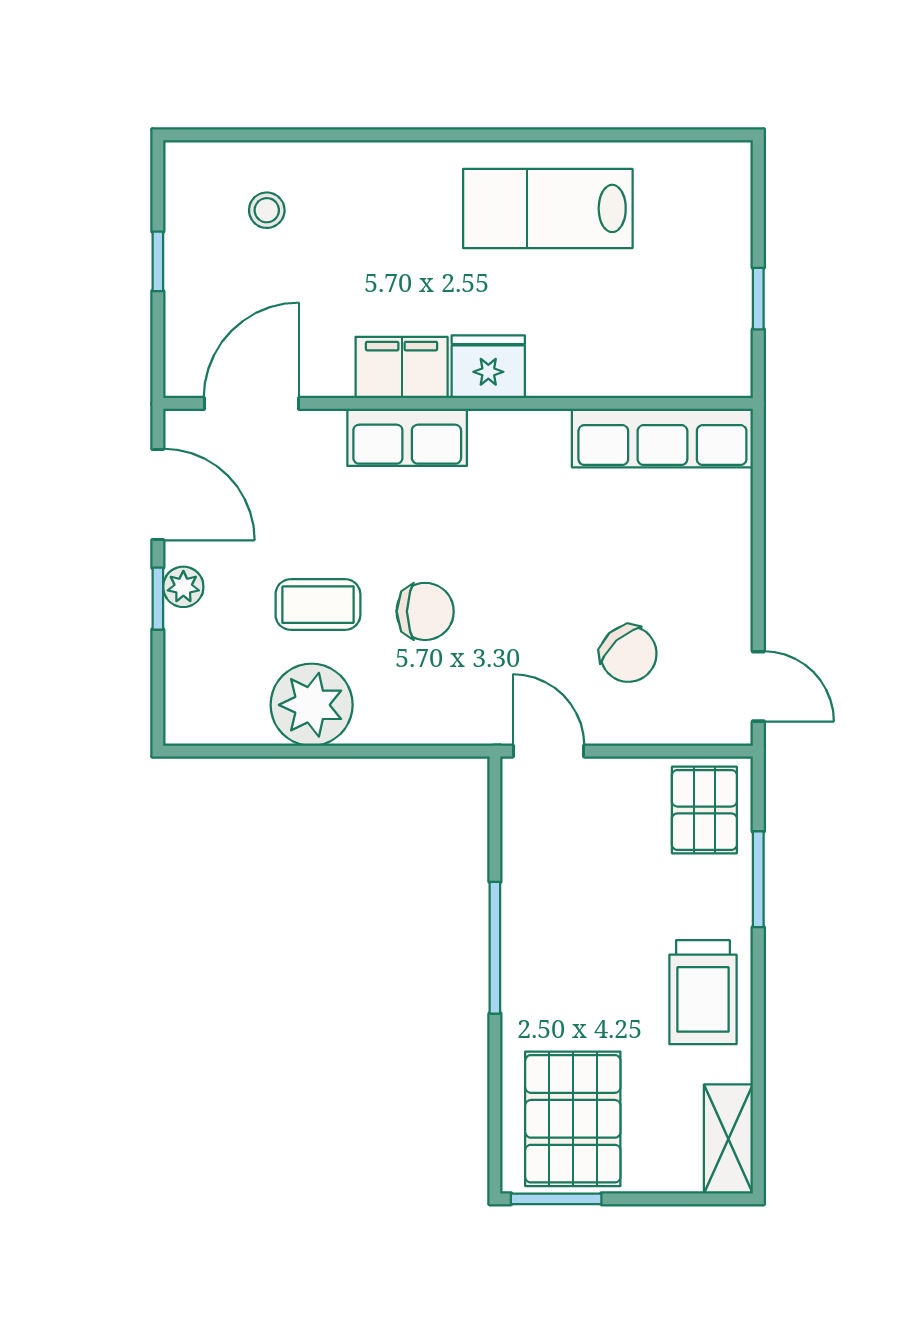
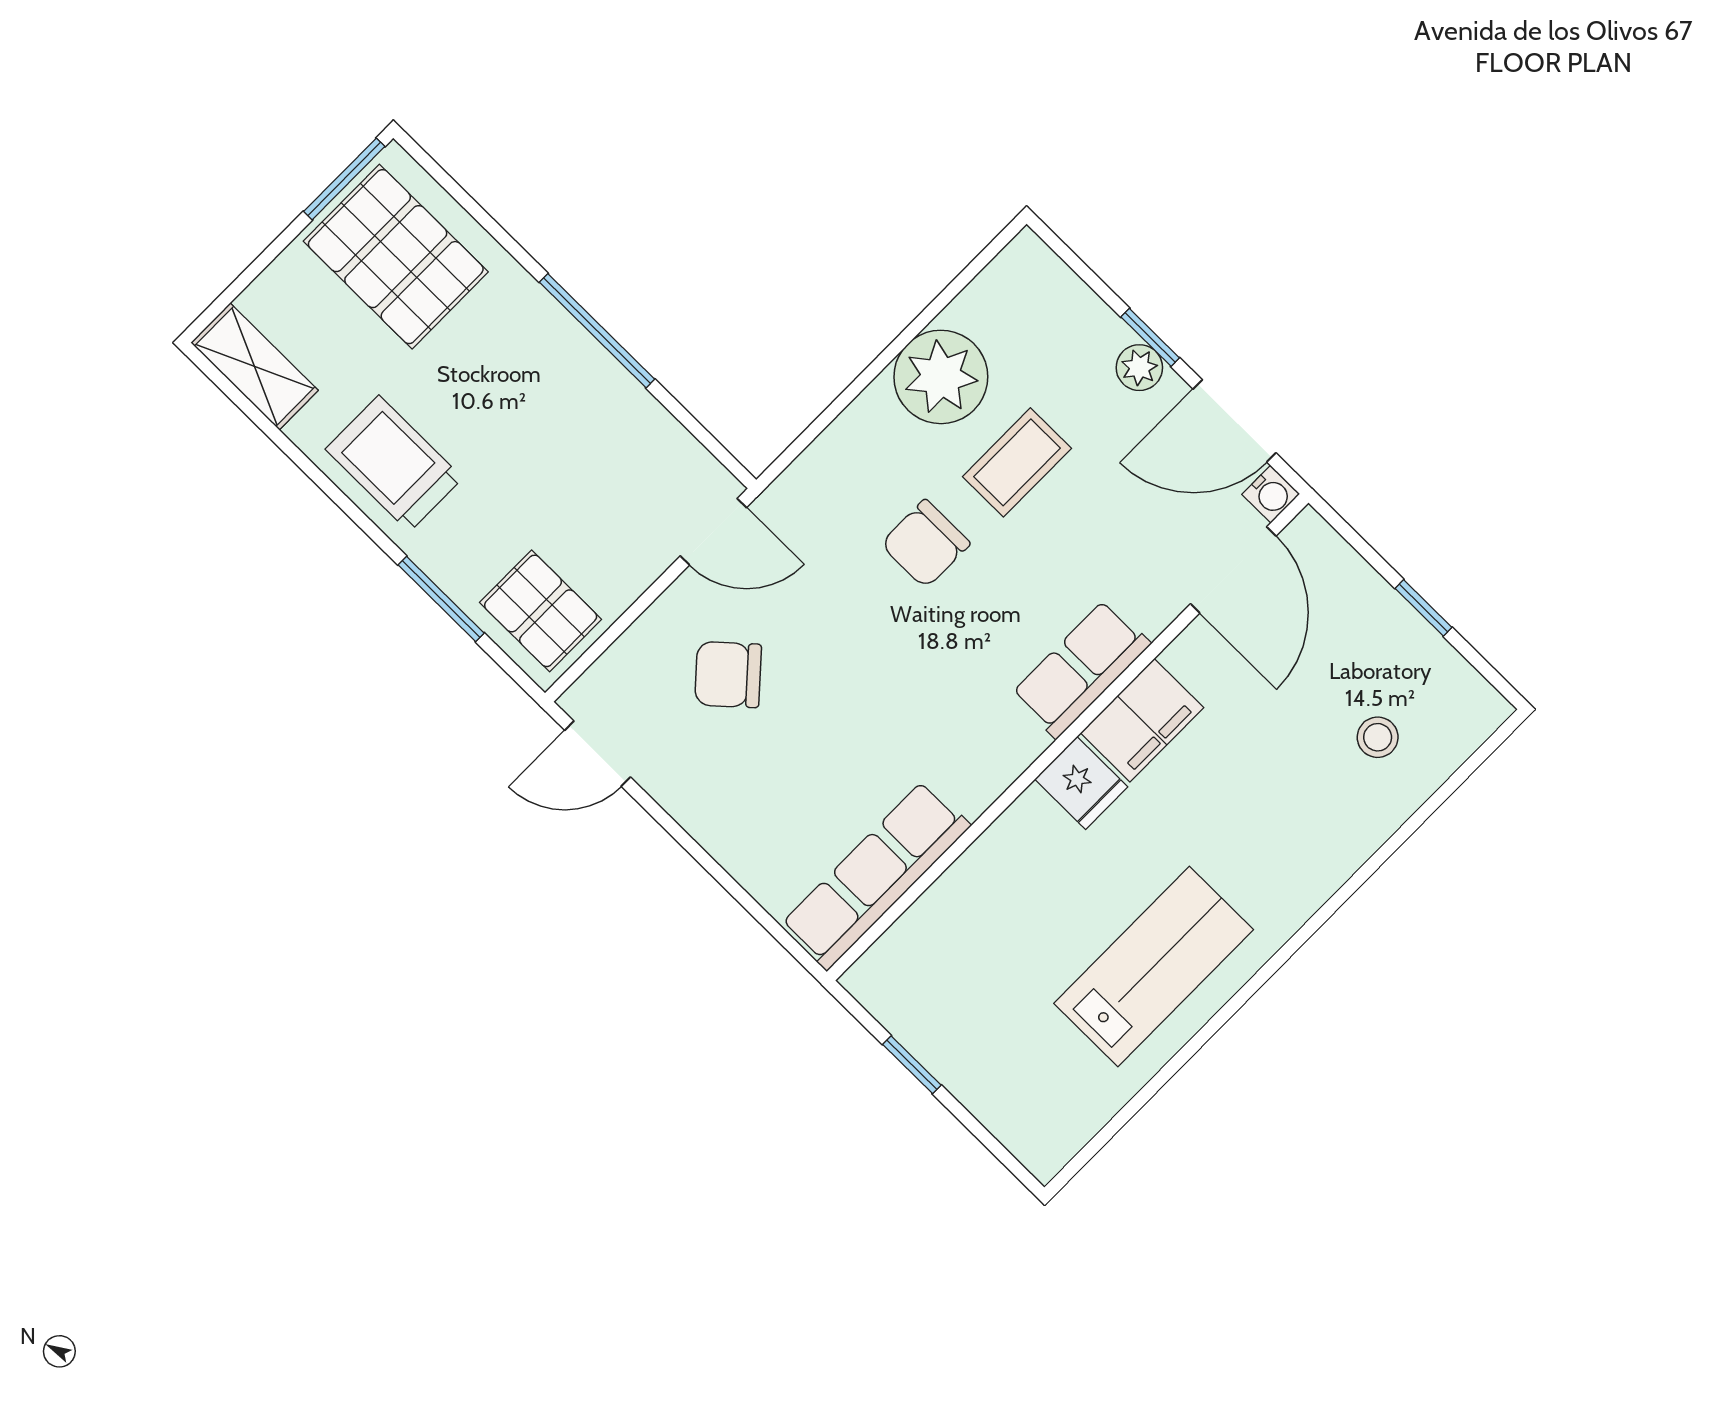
fridge: (488, 367) -> (1081, 783), width x0.72
water cooler: (181, 427) -> (1271, 494), added

